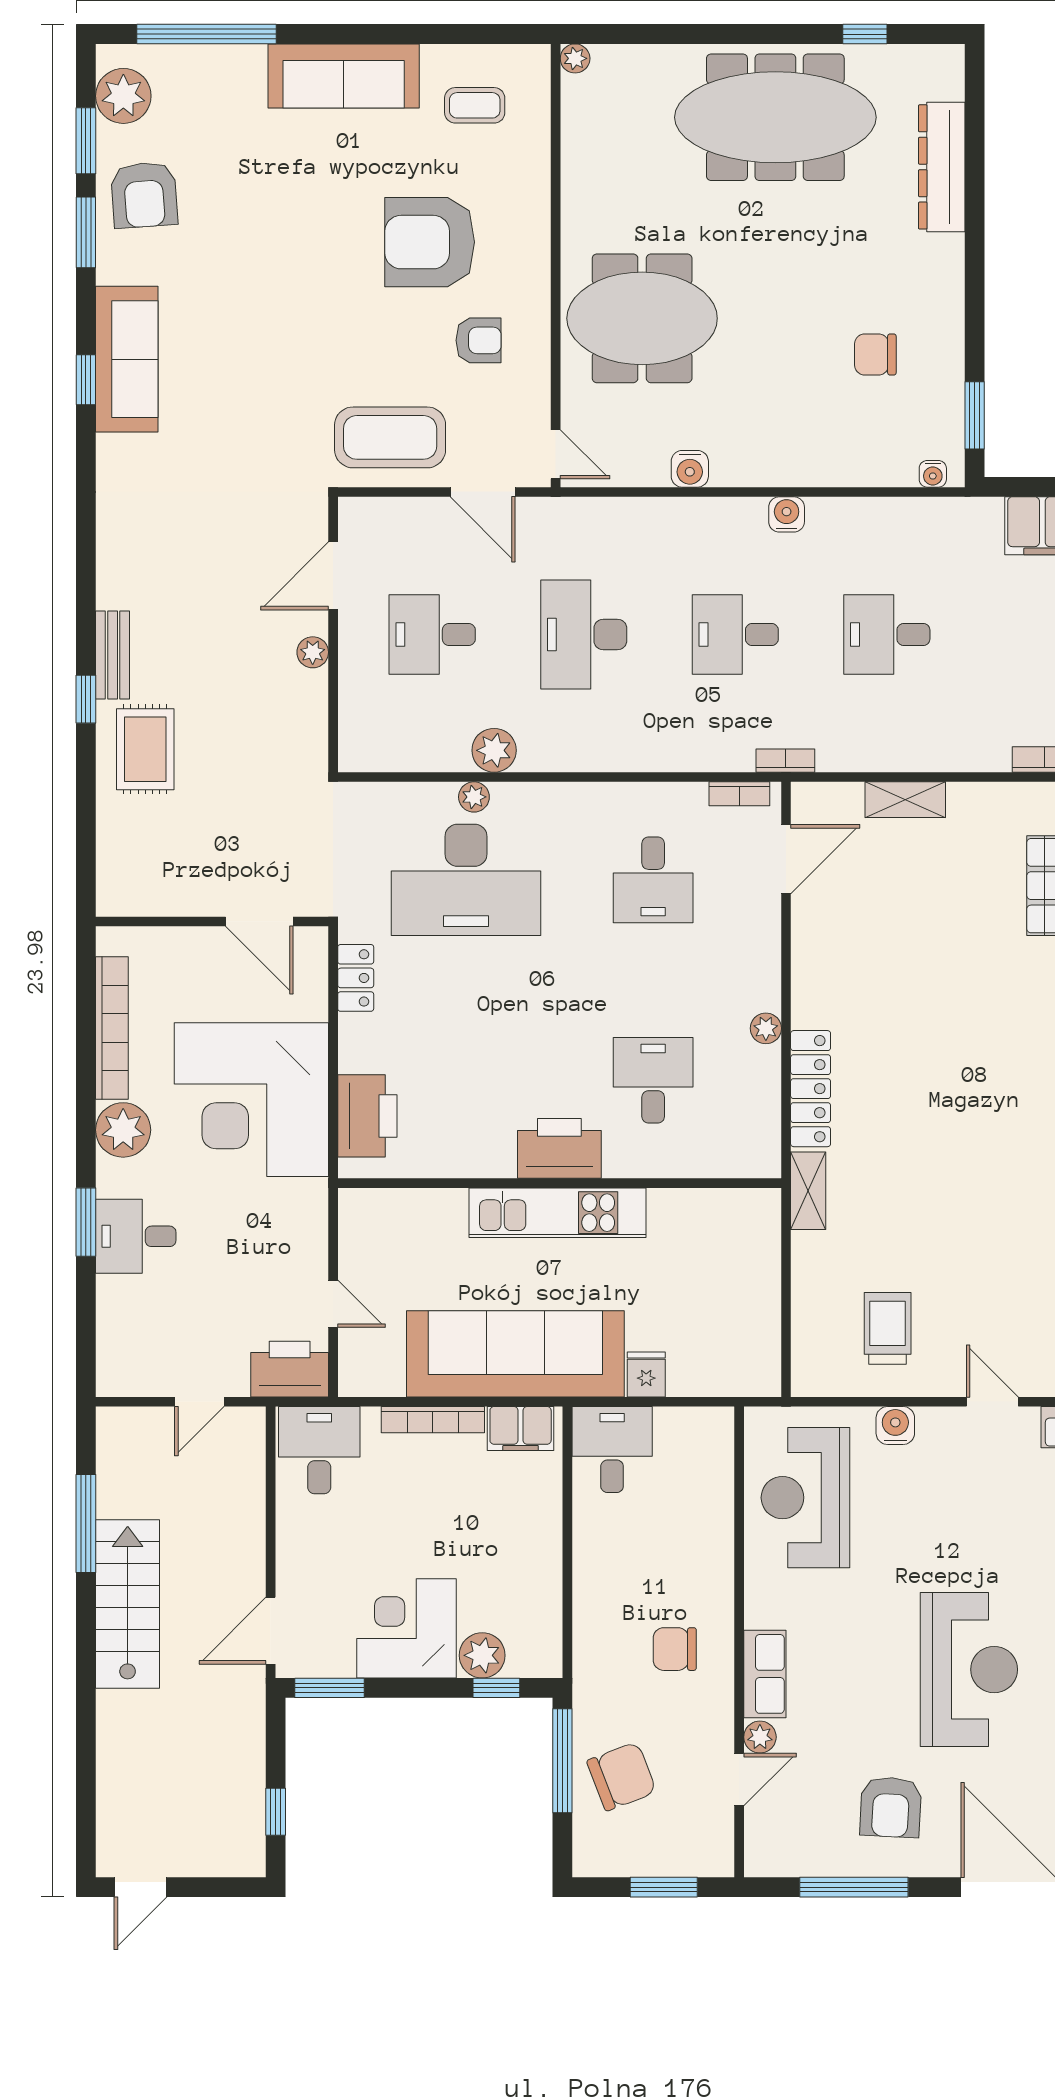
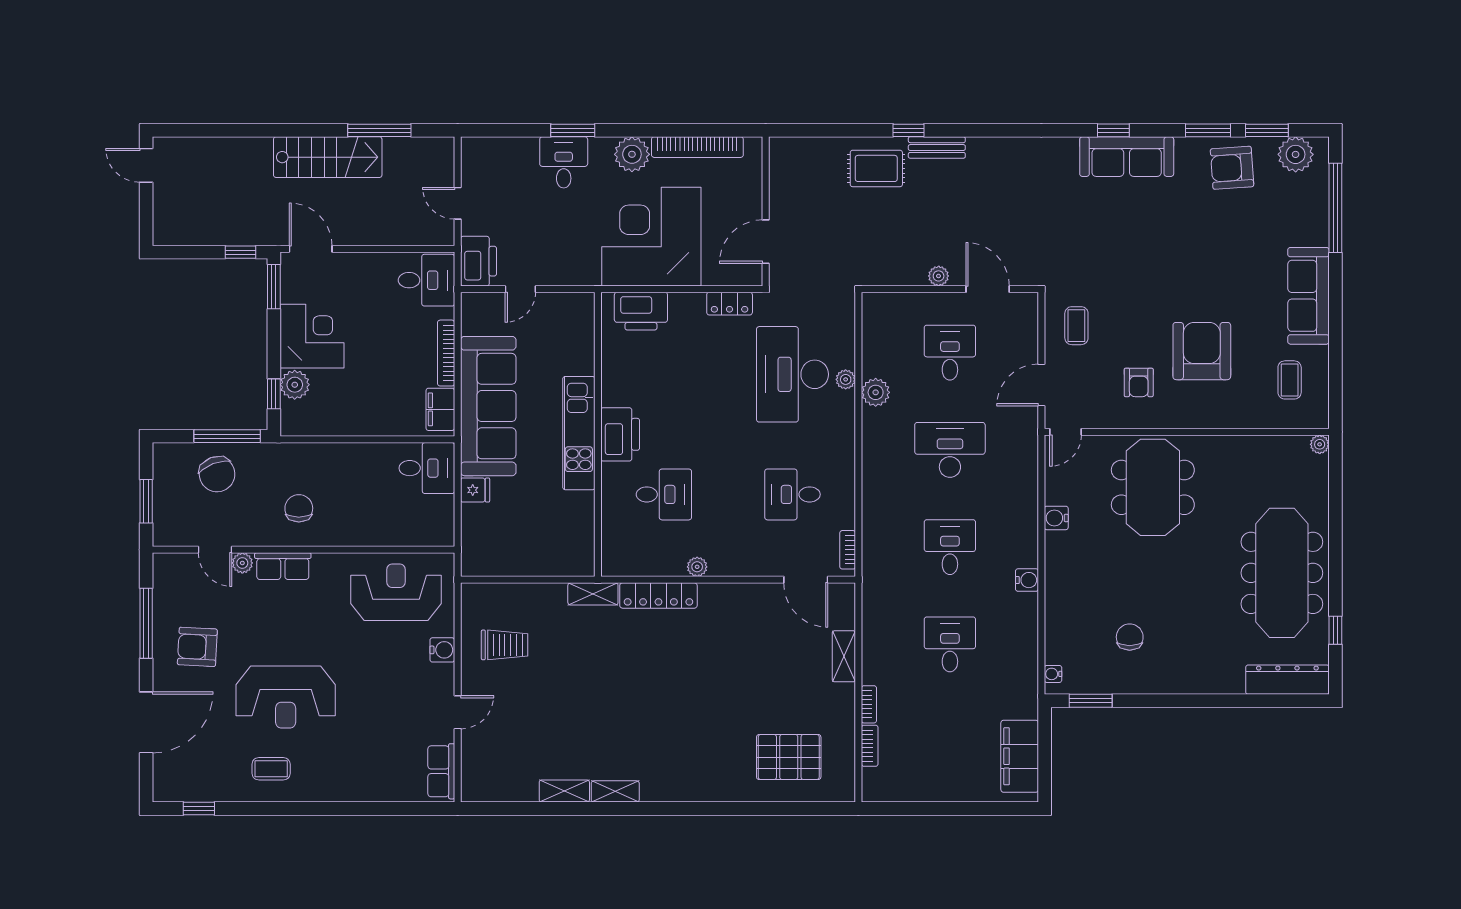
dresser: (942, 167) -> (1287, 680), moved
coffee table: (390, 437) -> (1076, 326), width x0.54, depth x0.58
bookcase: (785, 761) -> (869, 704), moved
window: (276, 1812) -> (241, 252), moved

